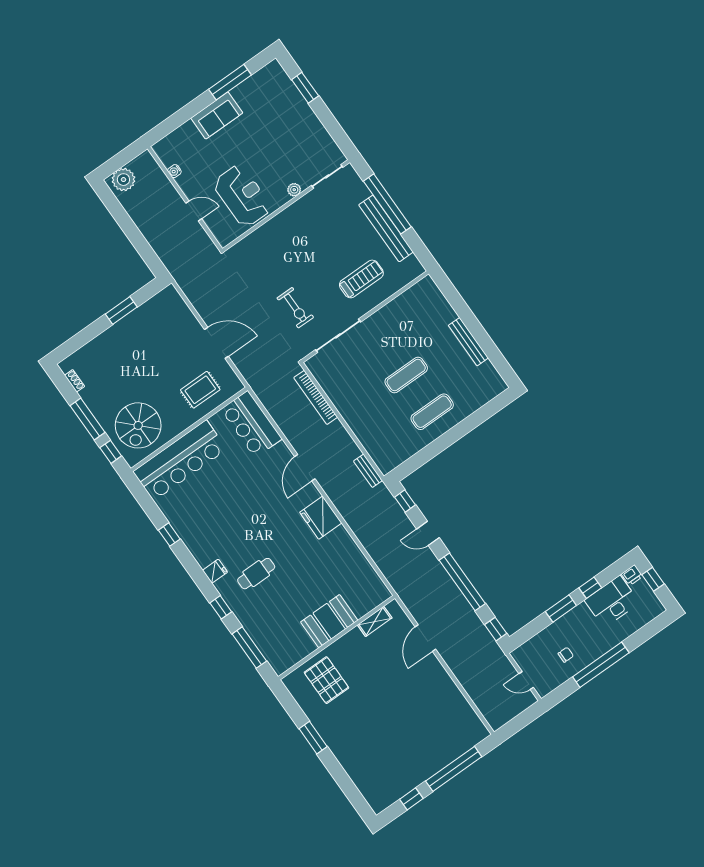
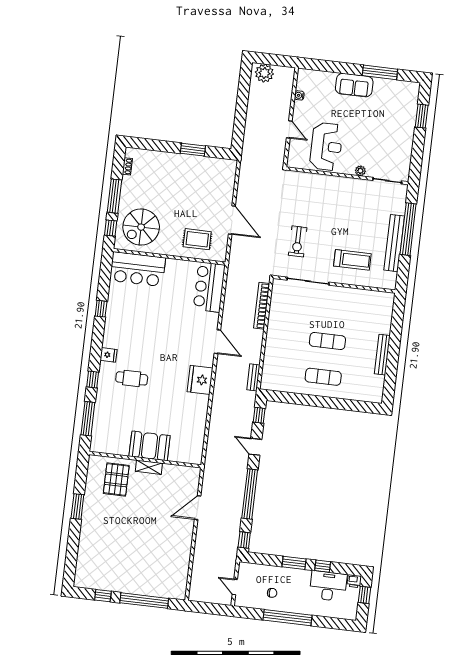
bar counter: (180, 460) -> (138, 269), width x0.73
door: (305, 468) -> (217, 342), swing flipped
shelving: (375, 621) -> (149, 467), moved

